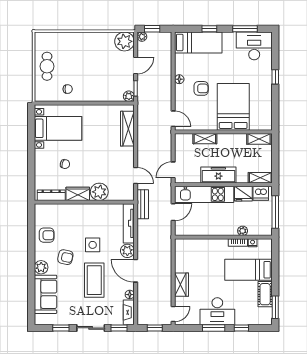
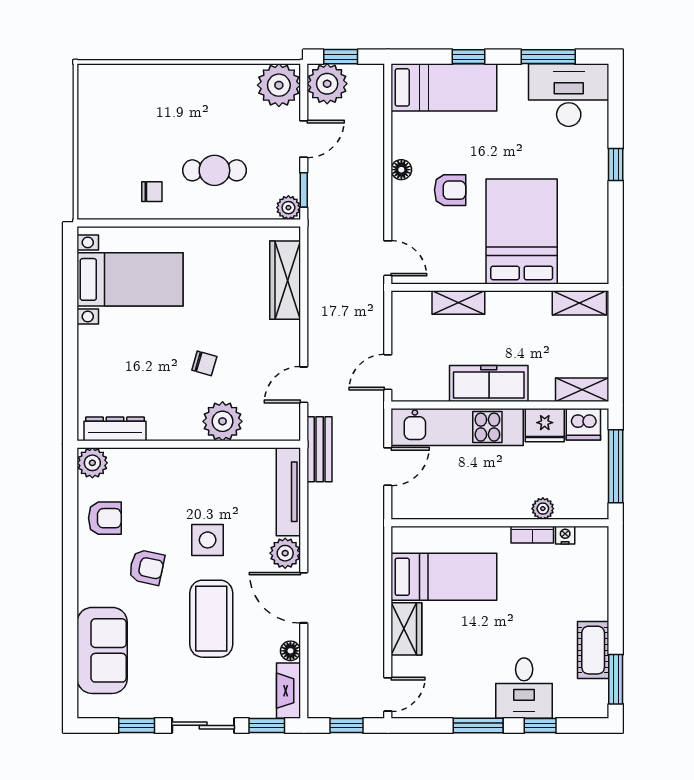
plant: (142, 37) -> (327, 84), width x1.87, depth x1.87
cafe table: (47, 66) -> (214, 170), moved, turned 90
chair: (65, 164) -> (204, 363), moved
door: (136, 175) -> (304, 385), swing flipped
wardrobe: (78, 194) -> (174, 426), removed
plant: (41, 267) -> (92, 463), moved
bed: (248, 270) -> (444, 577), moved, turned 180
desk: (217, 311) -> (524, 688), moved, width x0.73

